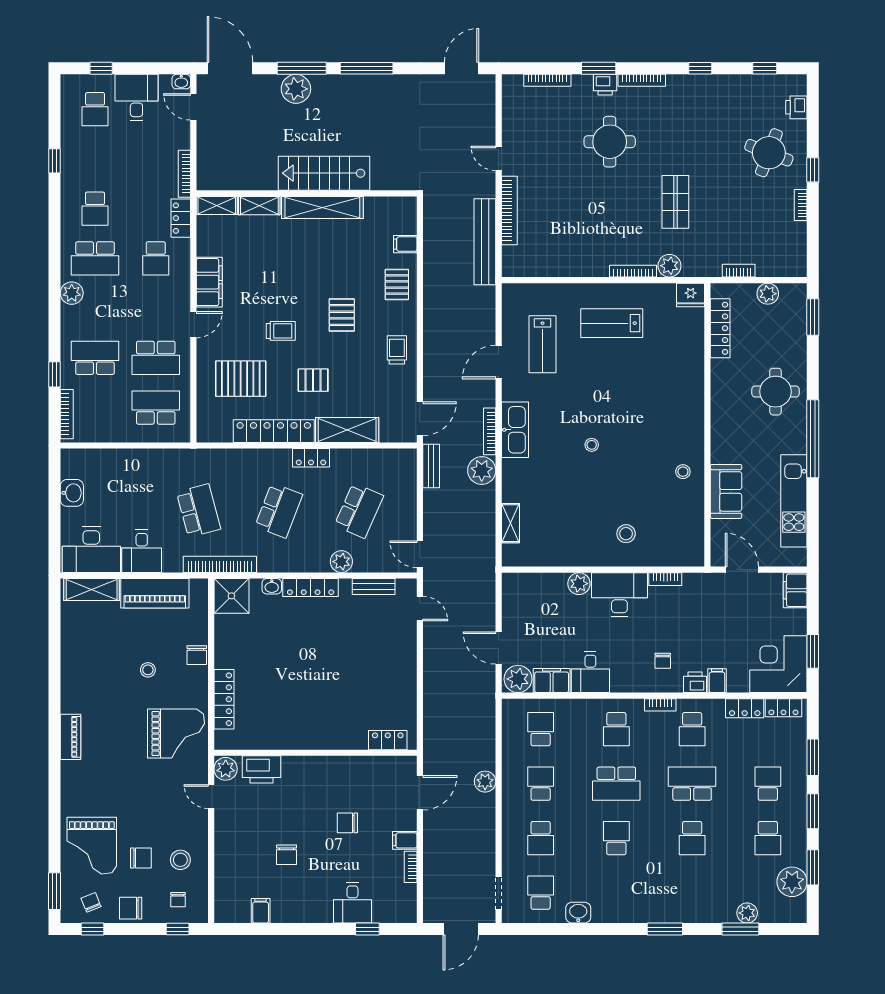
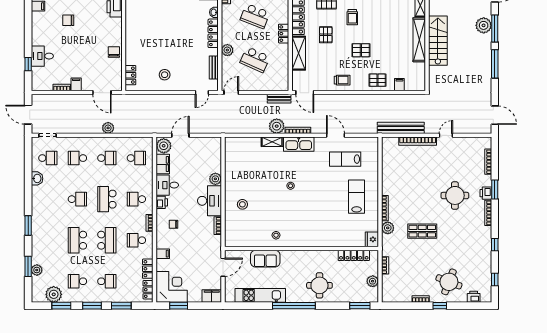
shelving: (511, 523) -> (272, 142), moved
stool: (387, 677) -> (165, 75), added
printer: (695, 682) -> (162, 202), moved
chair: (347, 823) -> (114, 52), moved
school desk: (692, 838) -> (77, 240), width x1.85

